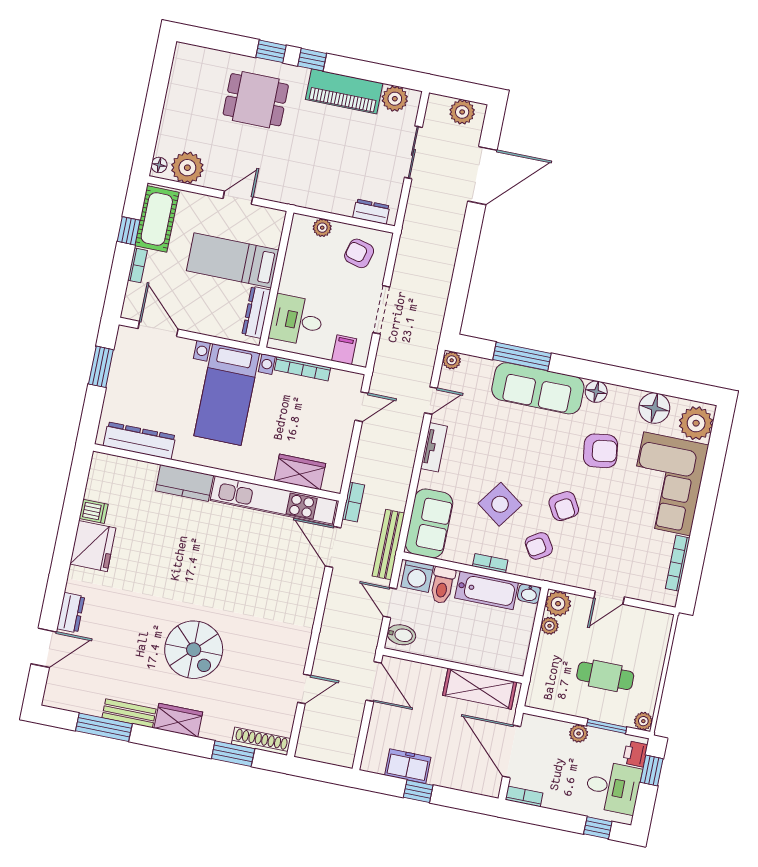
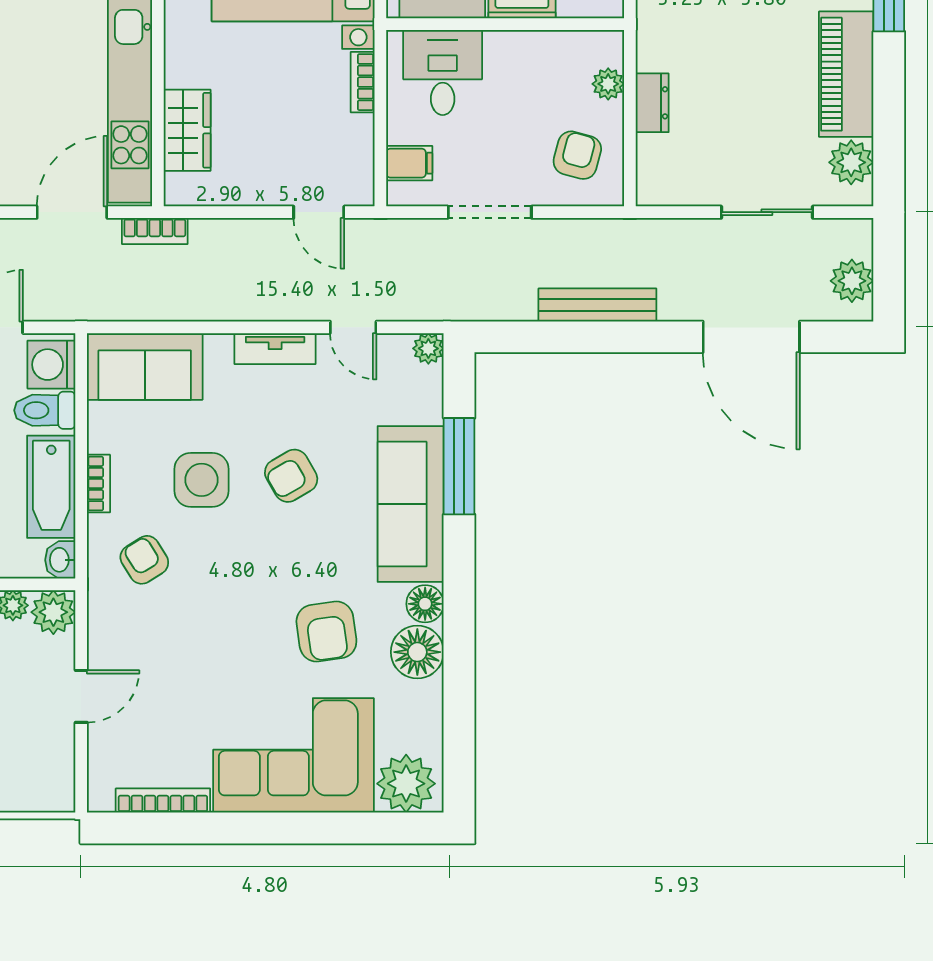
dresser: (371, 212) -> (652, 103), moved
bookcase: (302, 369) -> (363, 82), width x0.64
floor lamp: (654, 408) -> (417, 652), moved
side table: (500, 504) -> (202, 480), turned -36
armchair: (564, 506) -> (291, 476), moved
bench: (388, 545) -> (597, 305), moved
door: (609, 598) -> (81, 696), swing flipped

